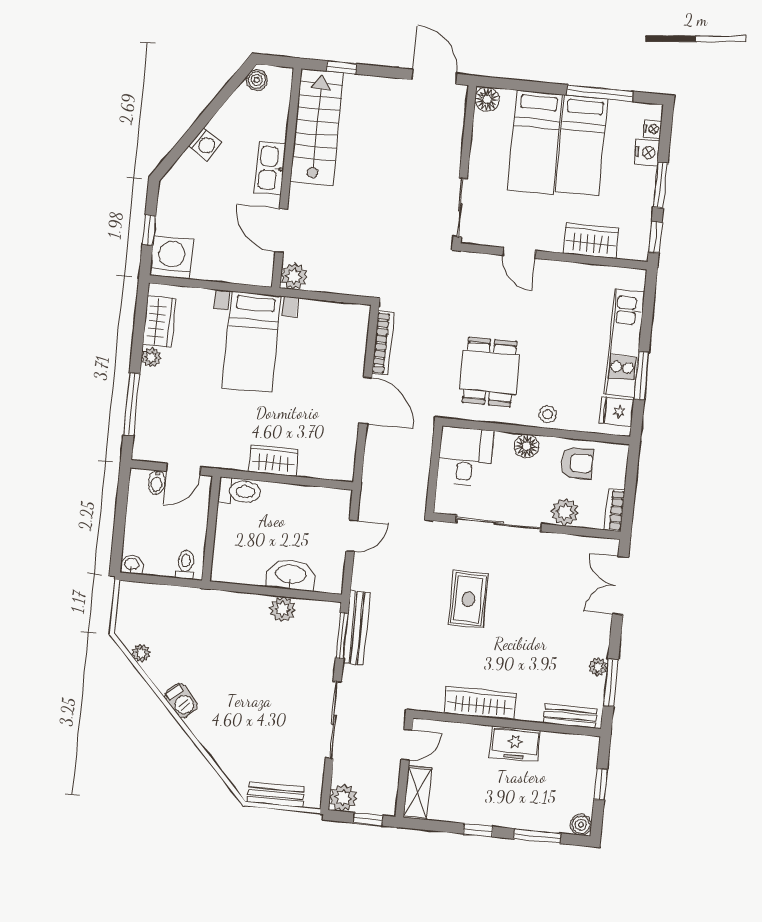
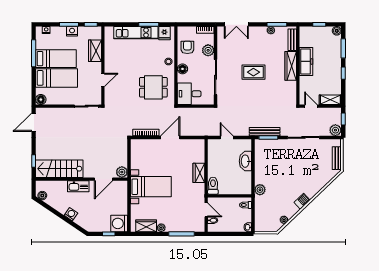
nightstand: (647, 152) -> (72, 31), moved
rug: (468, 599) -> (253, 72), moved
plant: (282, 609) -> (260, 190), moved
wardrobe: (480, 703) -> (291, 66), moved
freezer: (515, 744) -> (306, 61), width x1.40

